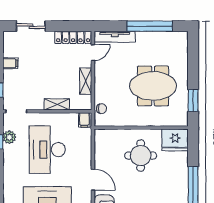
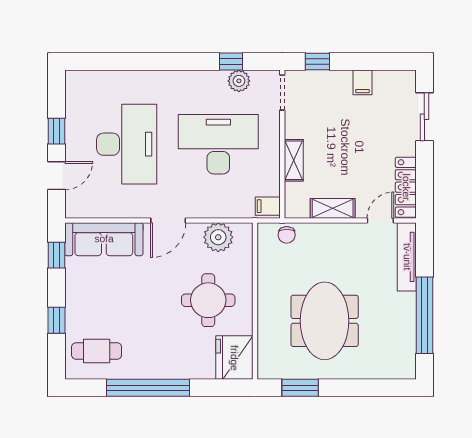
door: (93, 53) -> (380, 221), swing flipped
plant: (103, 150) -> (218, 237), added

